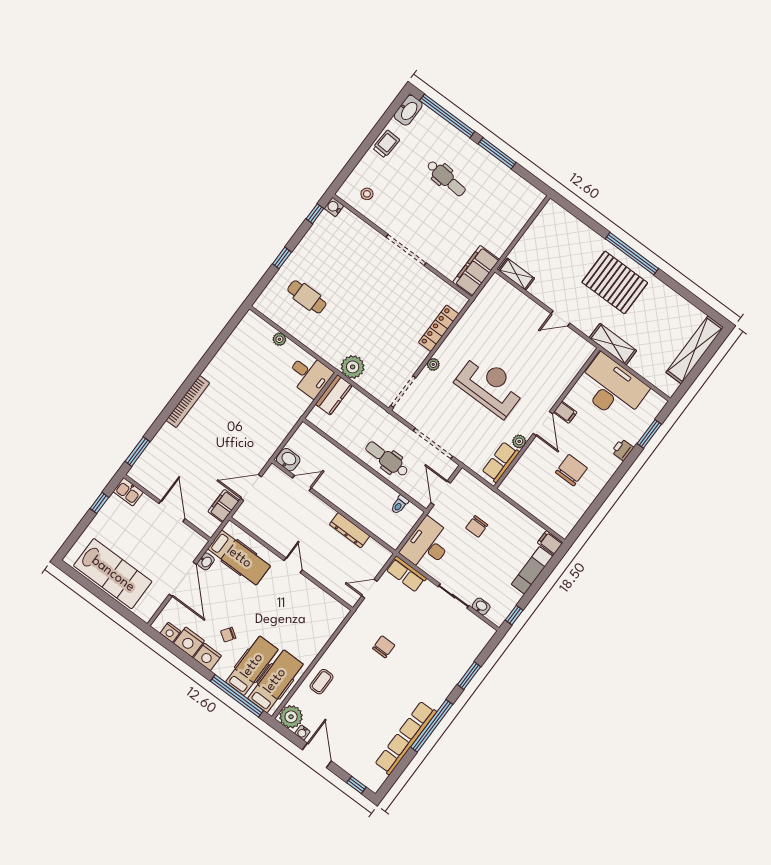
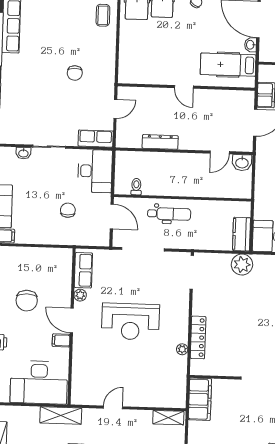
plant: (433, 364) -> (182, 349), moved

